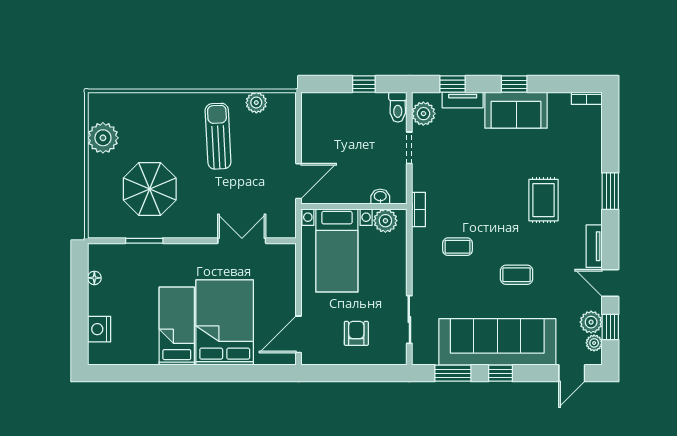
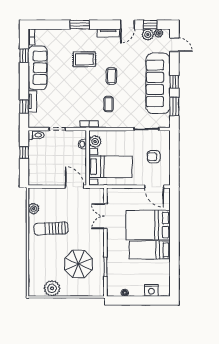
window: (514, 84) -> (24, 56), moved
sofa: (516, 110) -> (38, 68), width x1.36
plant: (423, 114) -> (39, 122), removed
coffee table: (517, 275) -> (111, 76), moved

